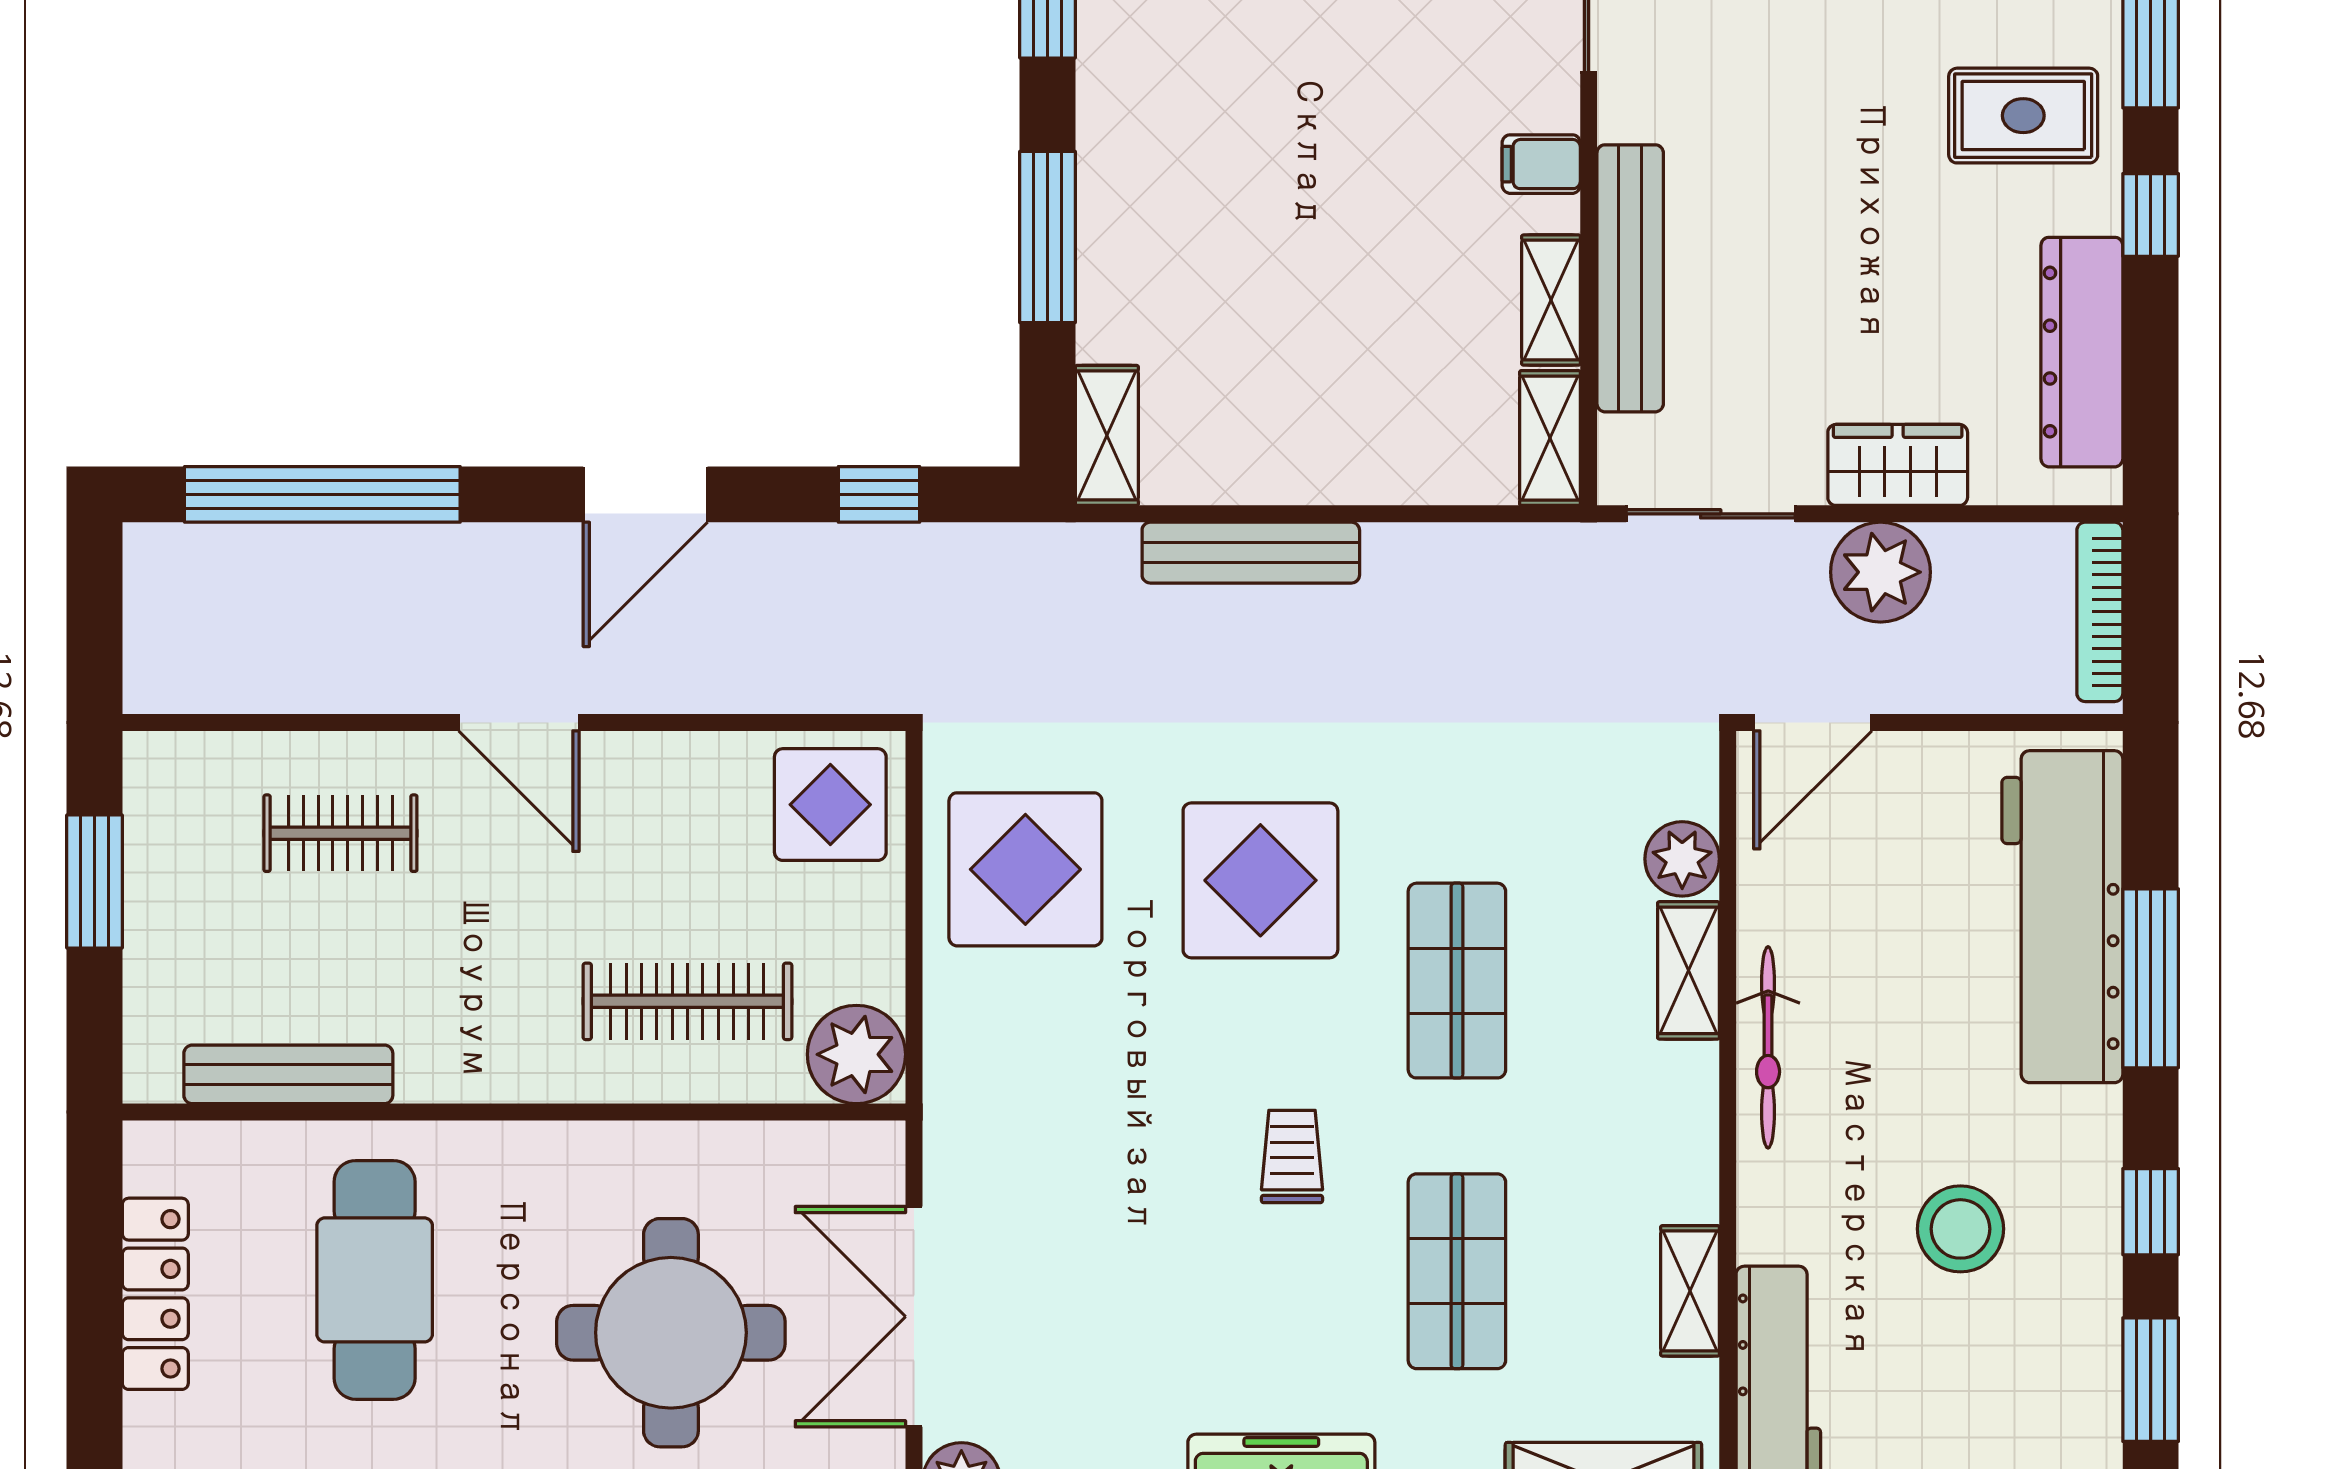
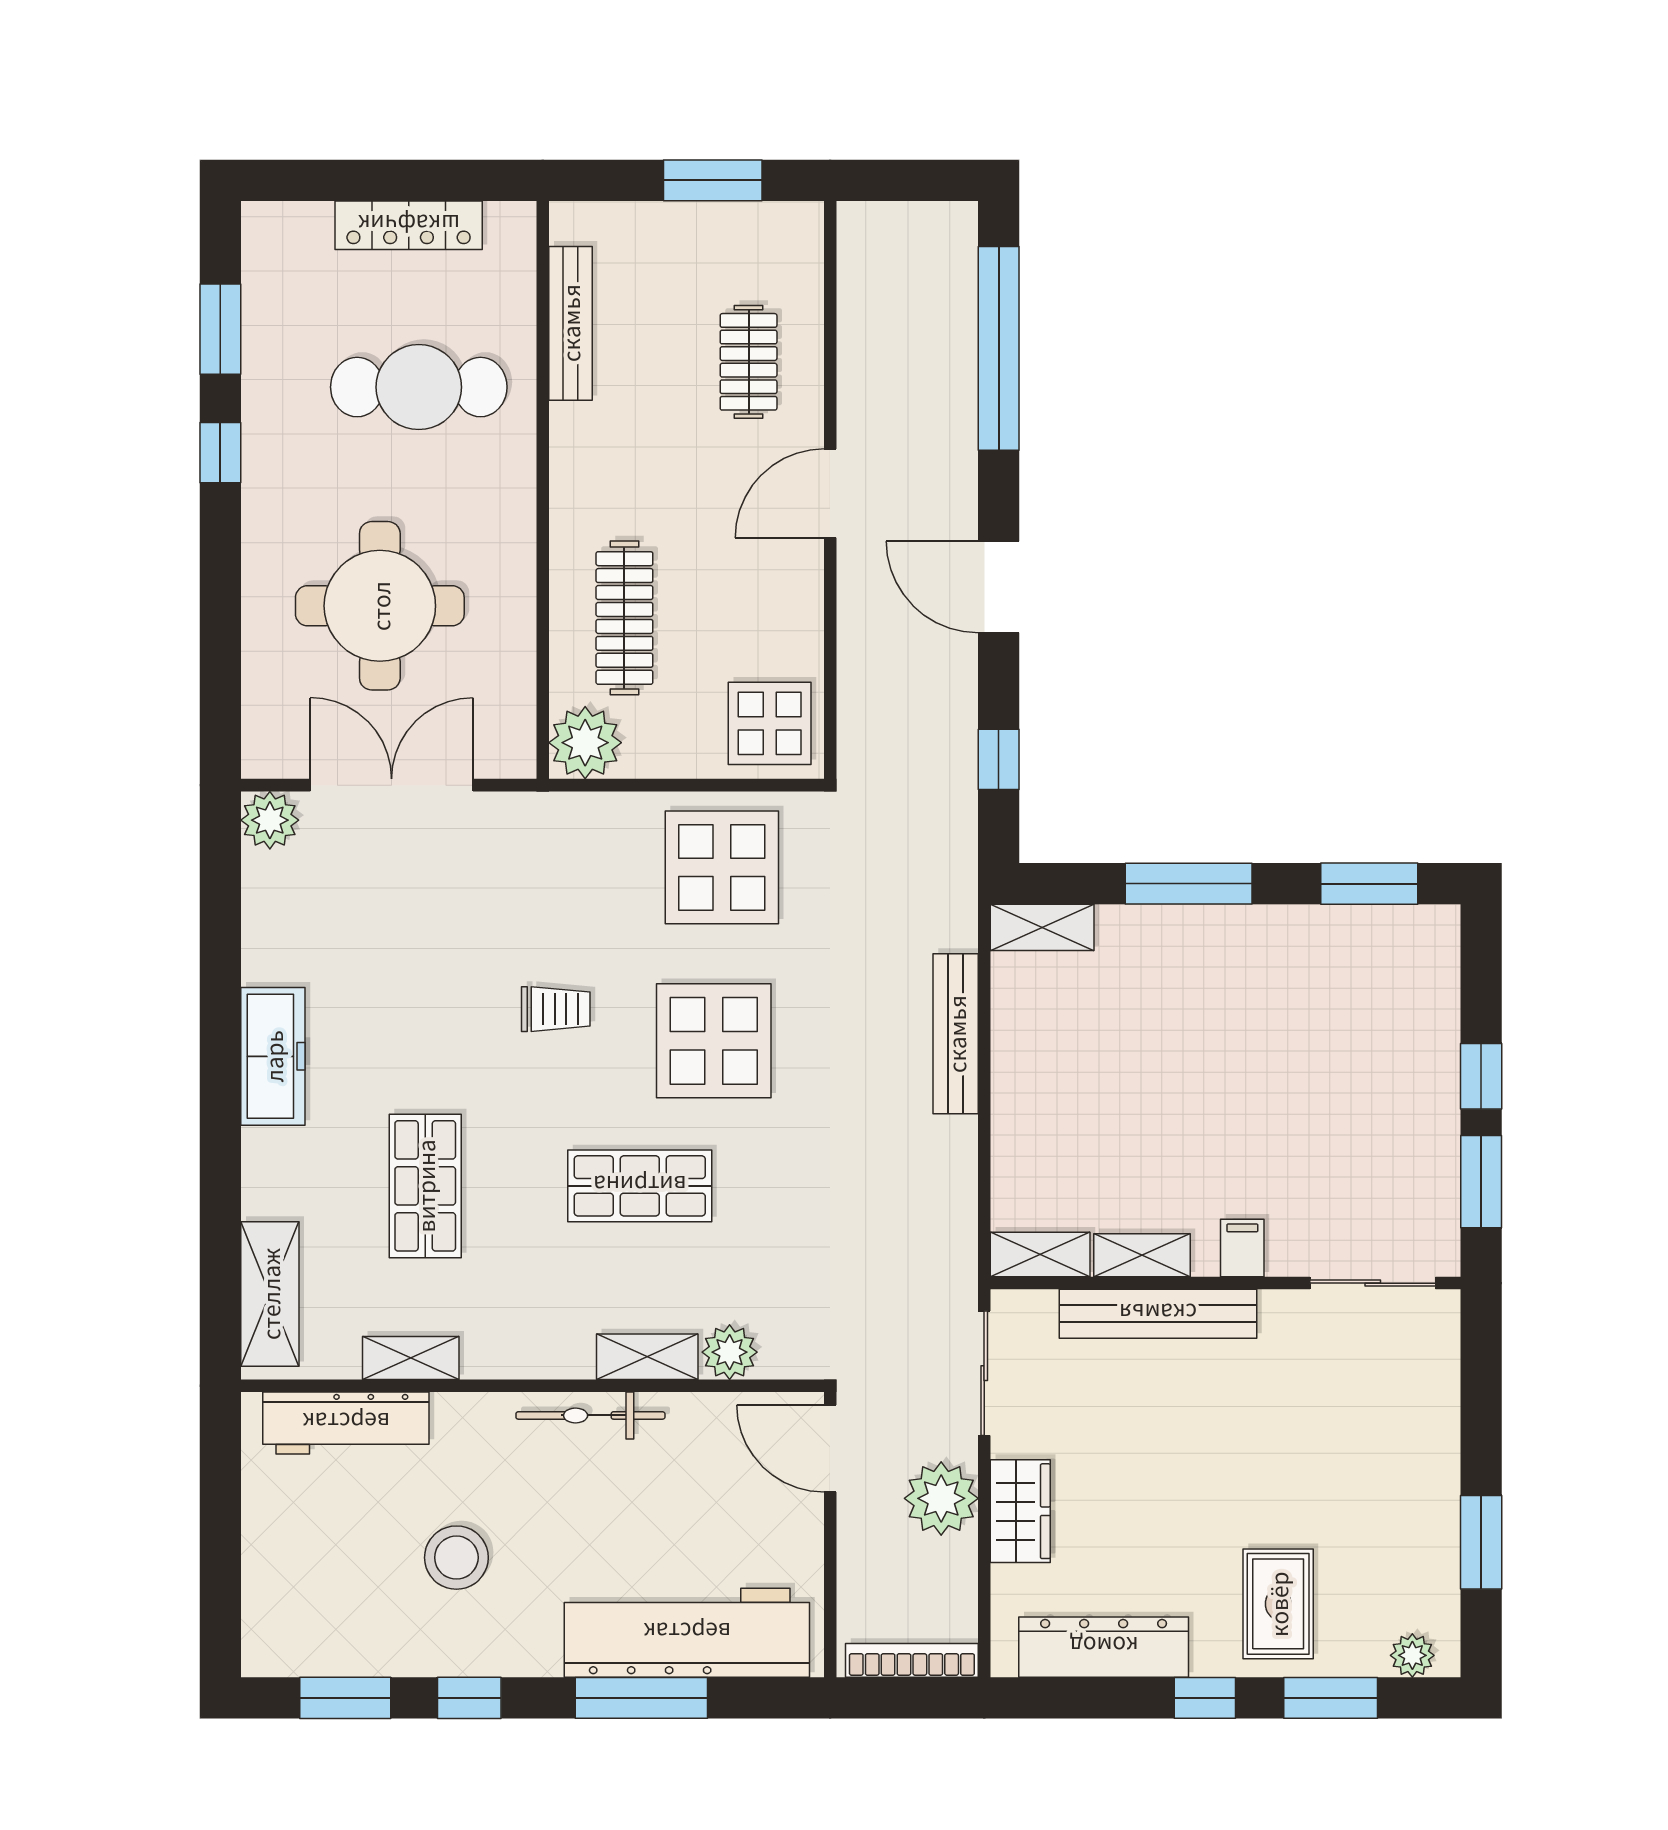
trolley: (1292, 1157) -> (556, 1009), moved
shop shelf: (1457, 1271) -> (425, 1186), turned 90

